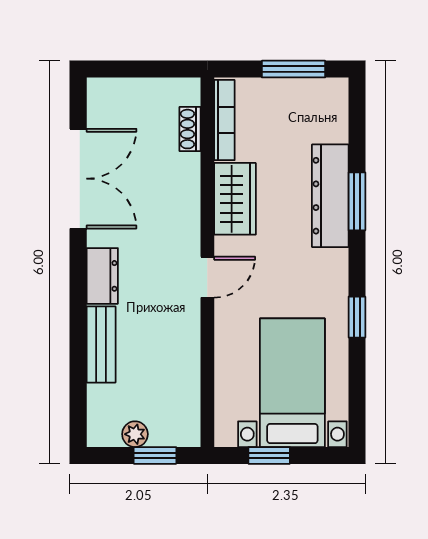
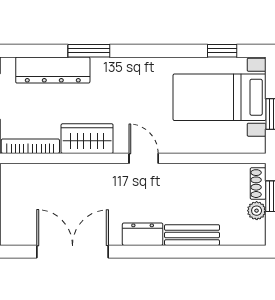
shoe rack: (190, 129) -> (258, 184), moved, turned 90
dresser: (330, 196) -> (53, 70), moved
window: (357, 317) -> (222, 51), moved

